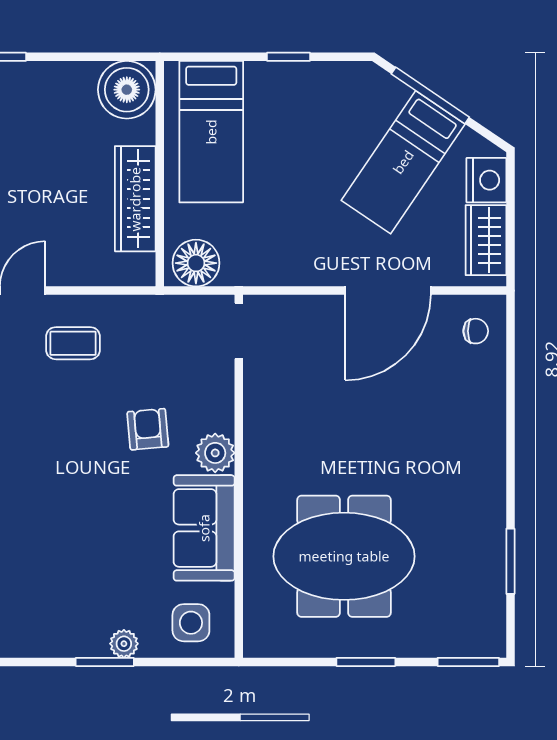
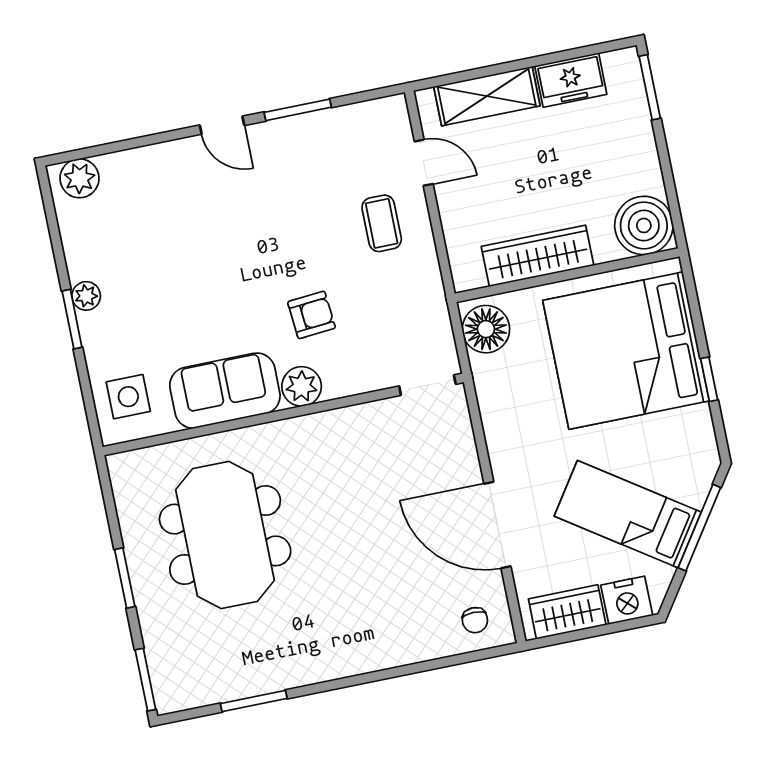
bed: (211, 132) -> (626, 351), width x2.04
plant: (124, 644) -> (86, 296), moved

